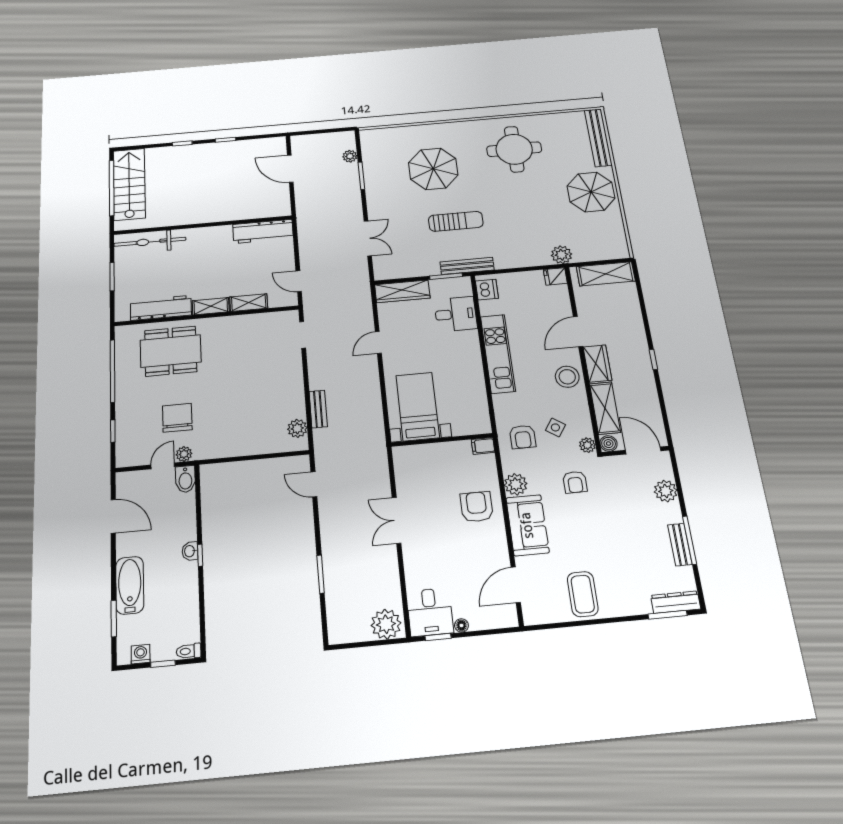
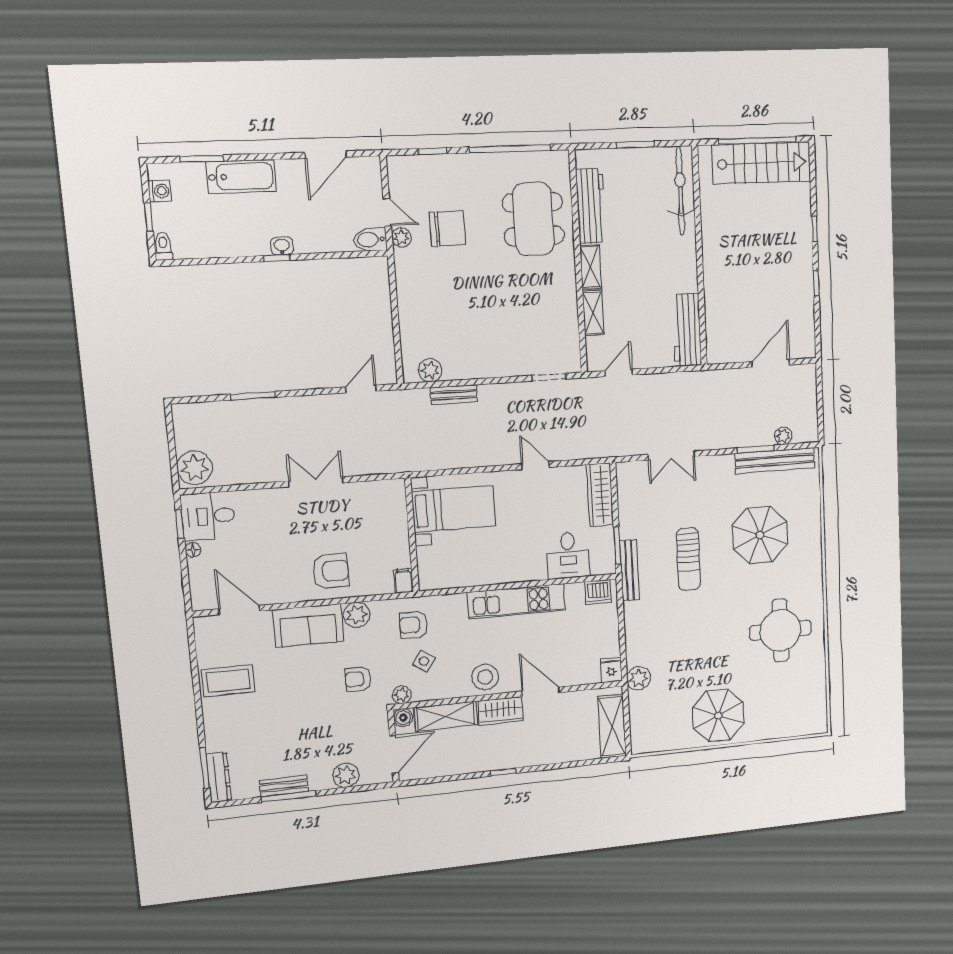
bench: (598, 138) -> (775, 461), moved

